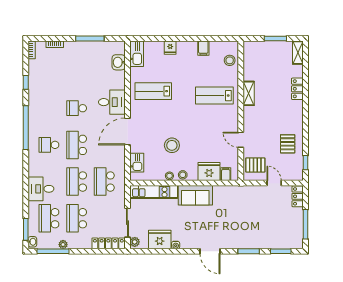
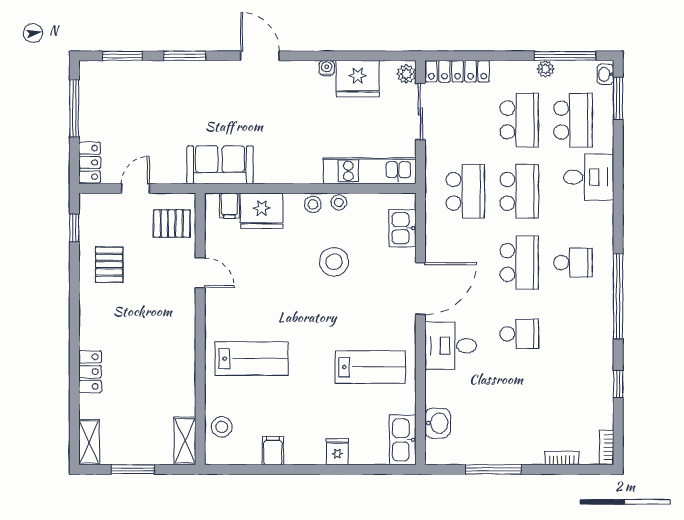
shelving: (249, 93) -> (185, 441), moved
door: (274, 183) -> (135, 188), swing flipped
sofa: (195, 195) -> (220, 165), moved

